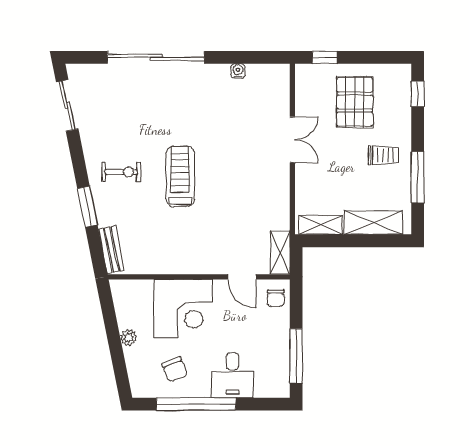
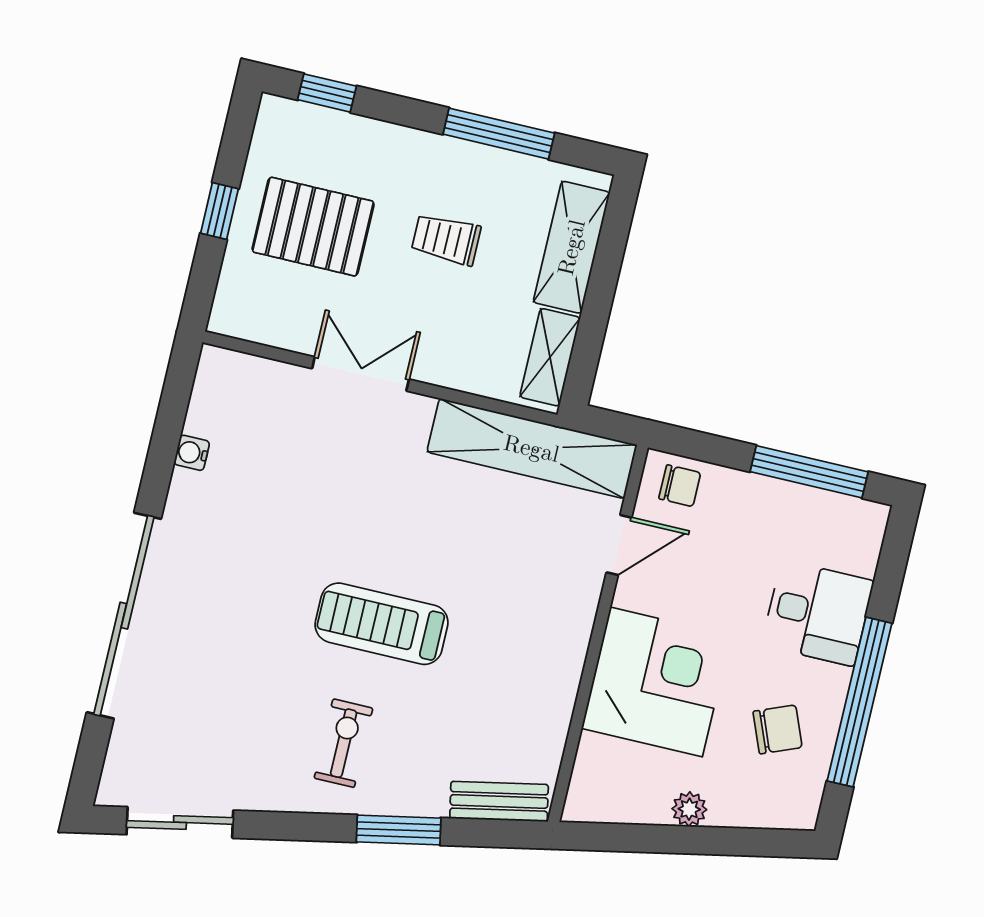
window: (325, 57) -> (219, 211), moved
trolley: (383, 155) -> (446, 239), moved, turned -90
shelving: (280, 252) -> (532, 448), width x2.20, depth x1.33

